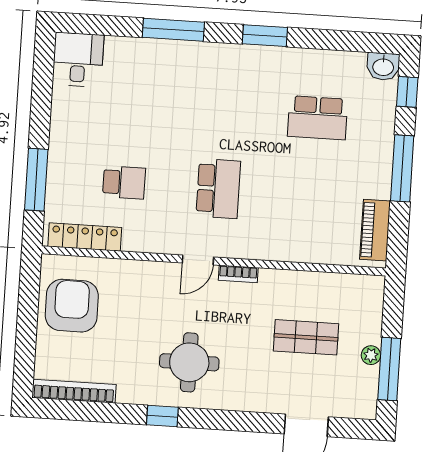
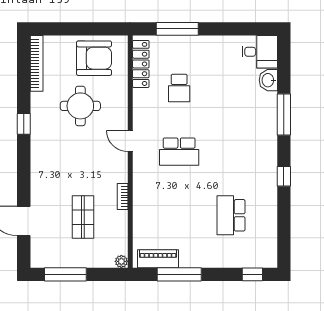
window: (265, 36) -> (284, 176), width x0.67
washbasin: (383, 67) -> (268, 80), moved
window: (402, 168) -> (179, 274), moved
bookcase: (238, 274) -> (123, 196), moved
plant: (371, 355) -> (121, 261), moved
round table: (189, 362) -> (80, 106), moved

